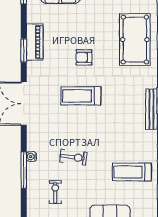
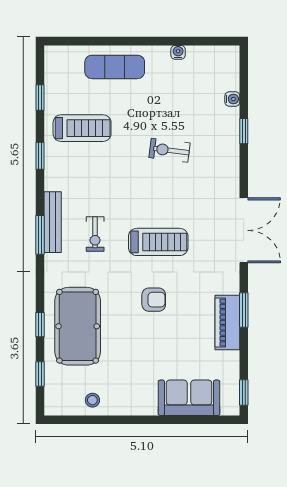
water cooler: (31, 157) -> (232, 99), moved
window: (24, 170) -> (244, 131), width x0.46
exercise bike: (55, 192) -> (95, 234), moved

